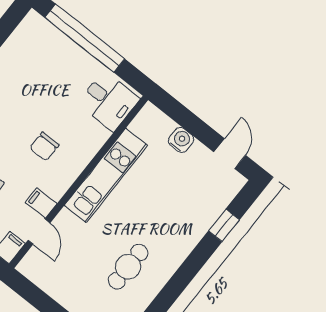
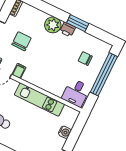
chair: (44, 147) -> (85, 59), moved

